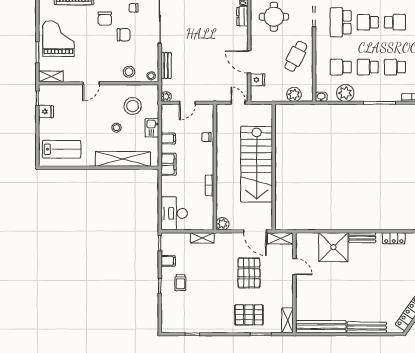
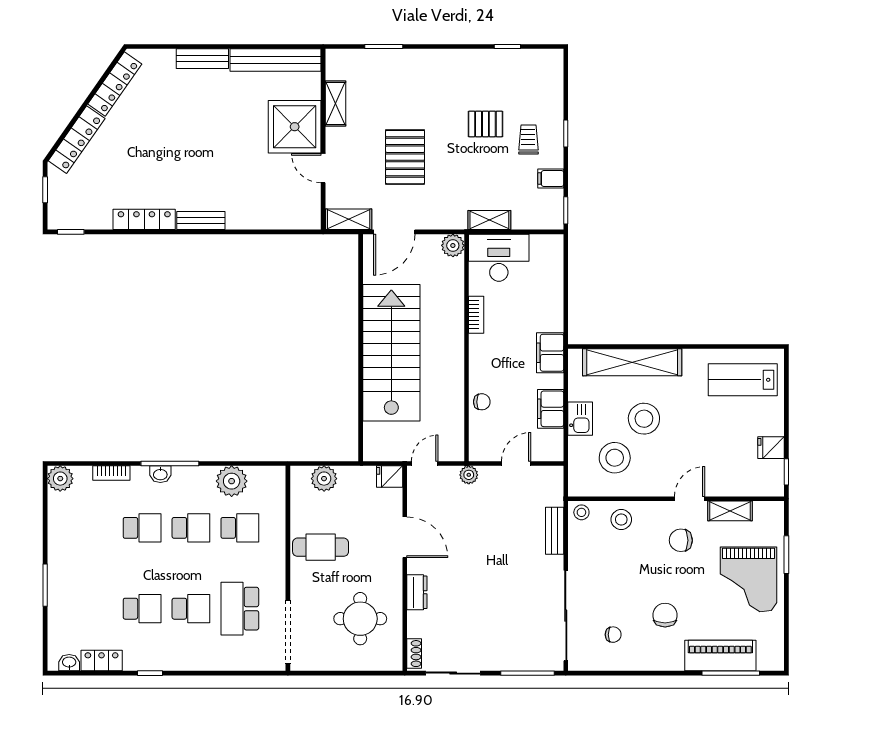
dresser: (242, 16) -> (417, 592), moved
school desk: (341, 22) -> (240, 609), turned 180
school desk: (395, 22) -> (142, 609), turned 180
chair: (124, 35) -> (681, 540), moved
cafe table: (296, 56) -> (321, 547), turned 62
shelving: (51, 76) -> (730, 511), moved
fridge: (258, 80) -> (390, 477), moved
plant: (166, 96) -> (469, 475), moved
washbasin: (321, 97) -> (160, 474), moved
door: (238, 103) -> (425, 463), swing flipped
stool: (116, 128) -> (644, 419), width x1.89, depth x1.89
filing cabinet: (168, 139) -> (551, 409), width x2.00
desk: (174, 213) -> (499, 258), moved, turned -90
door: (255, 231) -> (394, 232), swing flipped
locker: (394, 238) -> (144, 219), width x1.53
shower: (333, 247) -> (295, 127), moved
pallet: (249, 315) -> (485, 124), moved, width x0.67, depth x0.71
shelving: (288, 320) -> (336, 104), moved
bench: (367, 327) -> (202, 59), width x0.73

